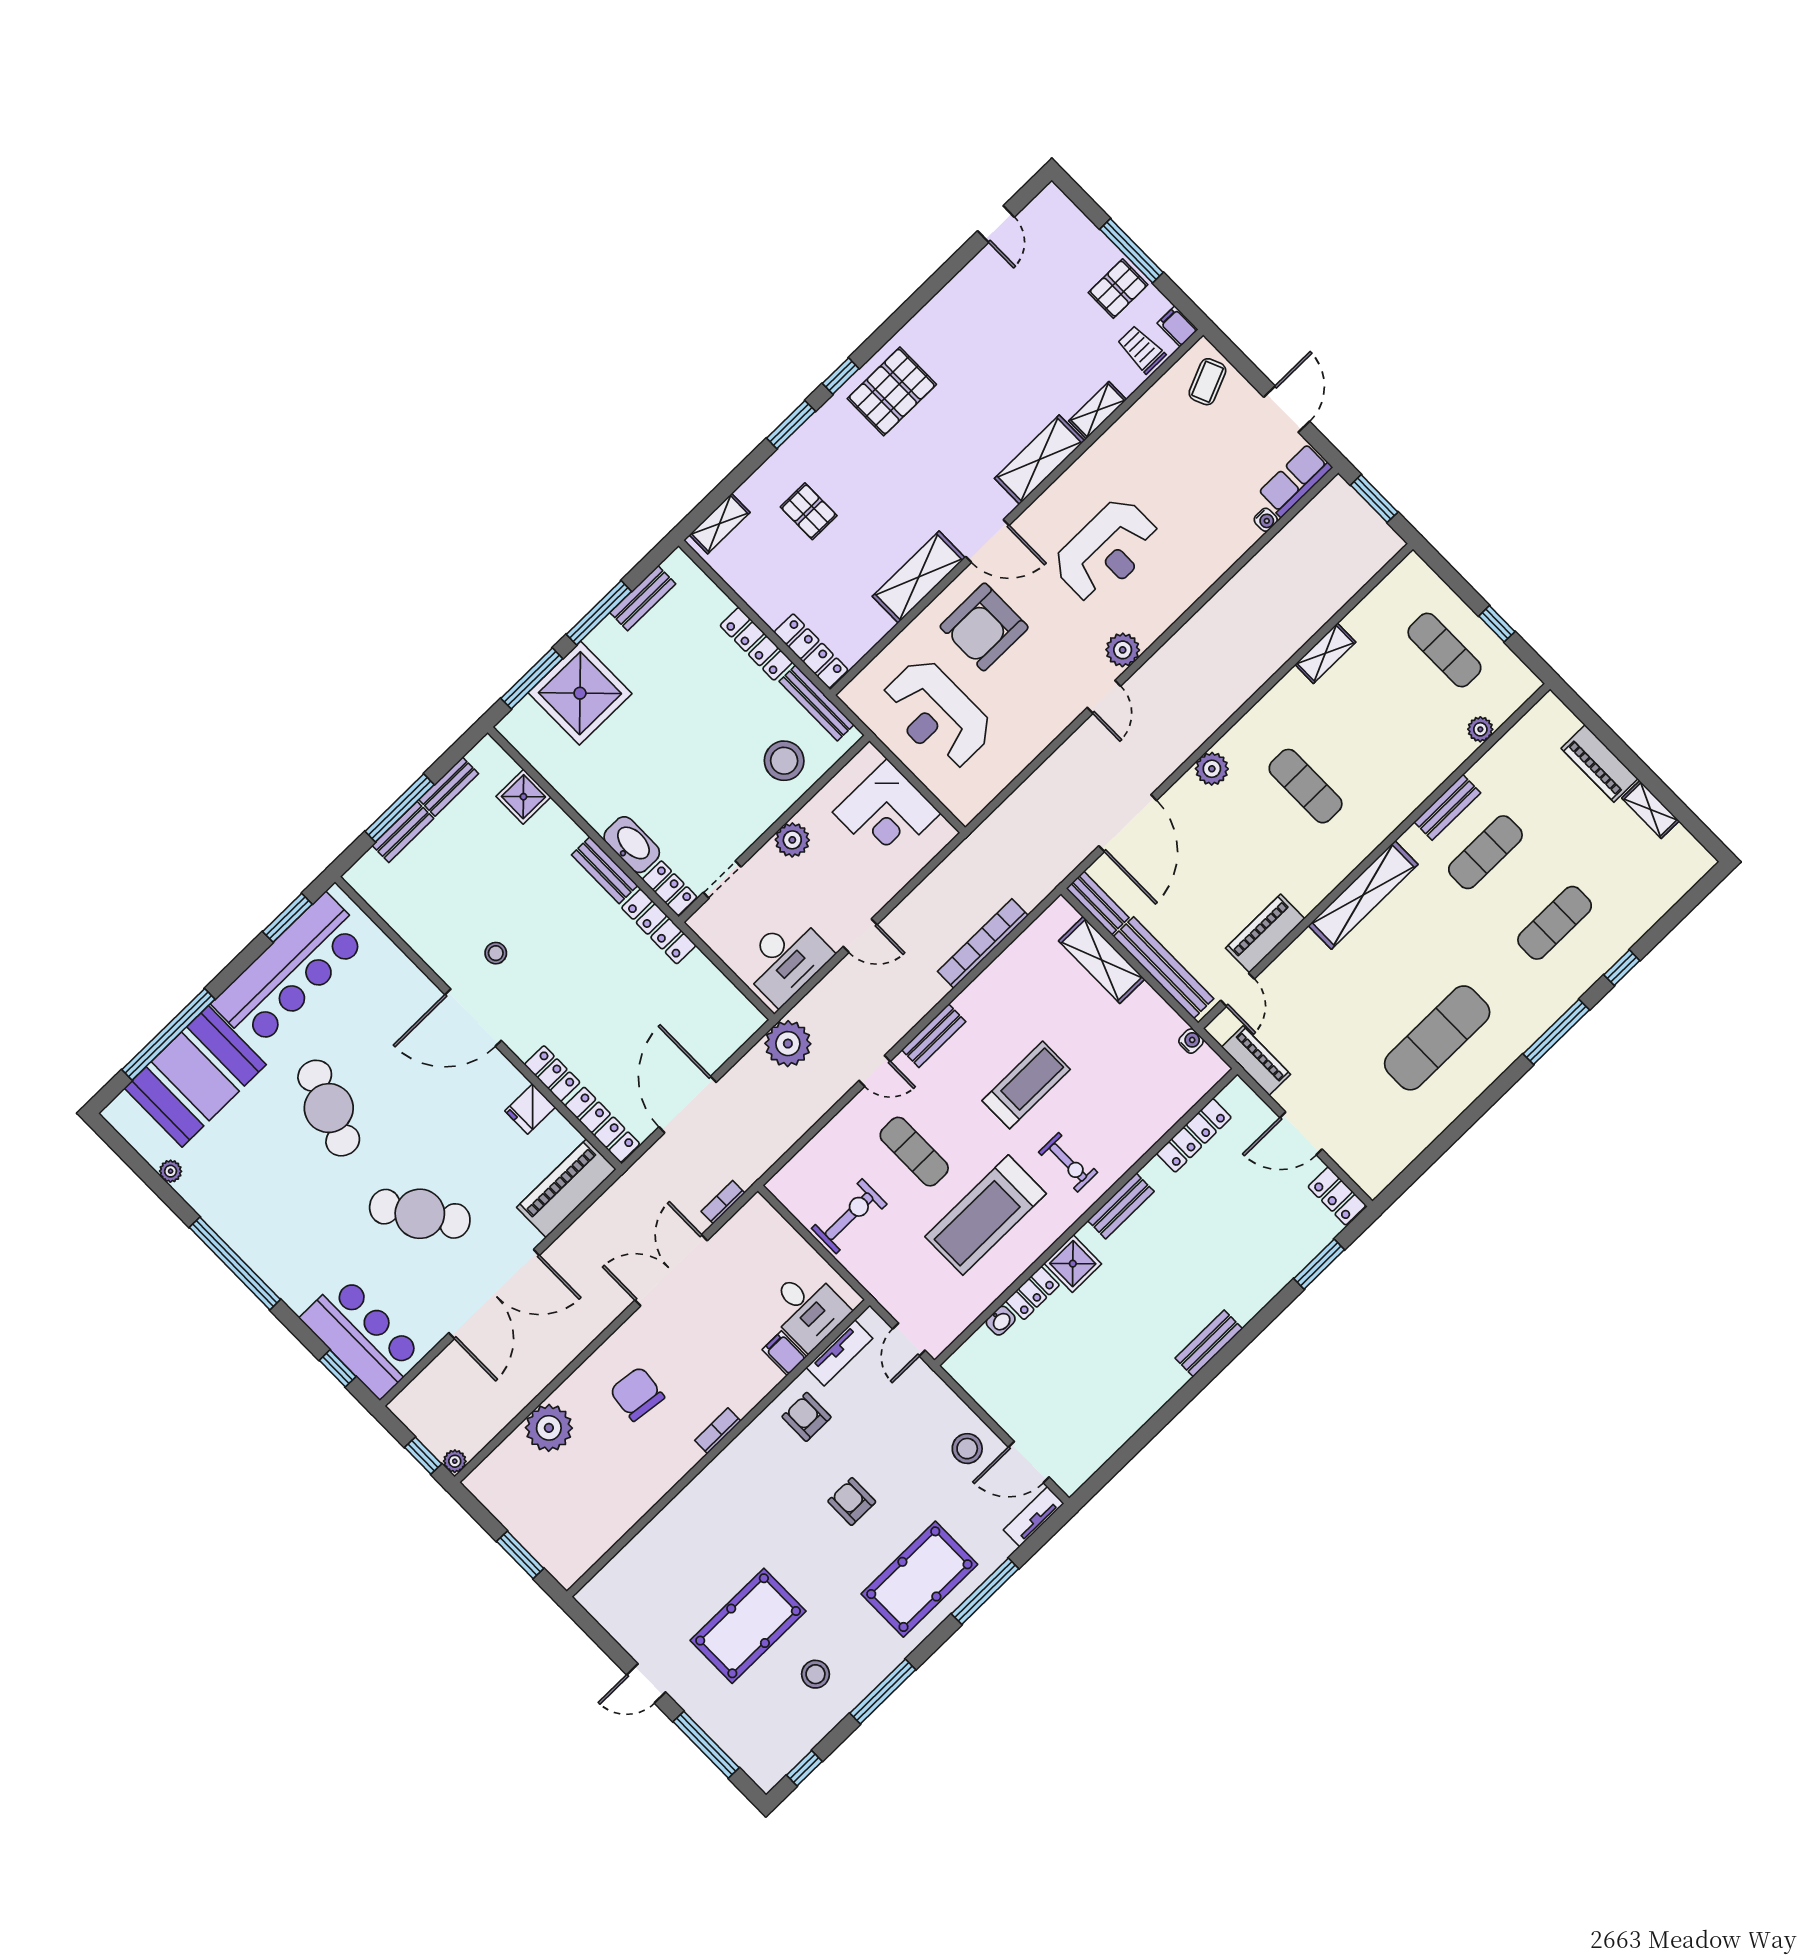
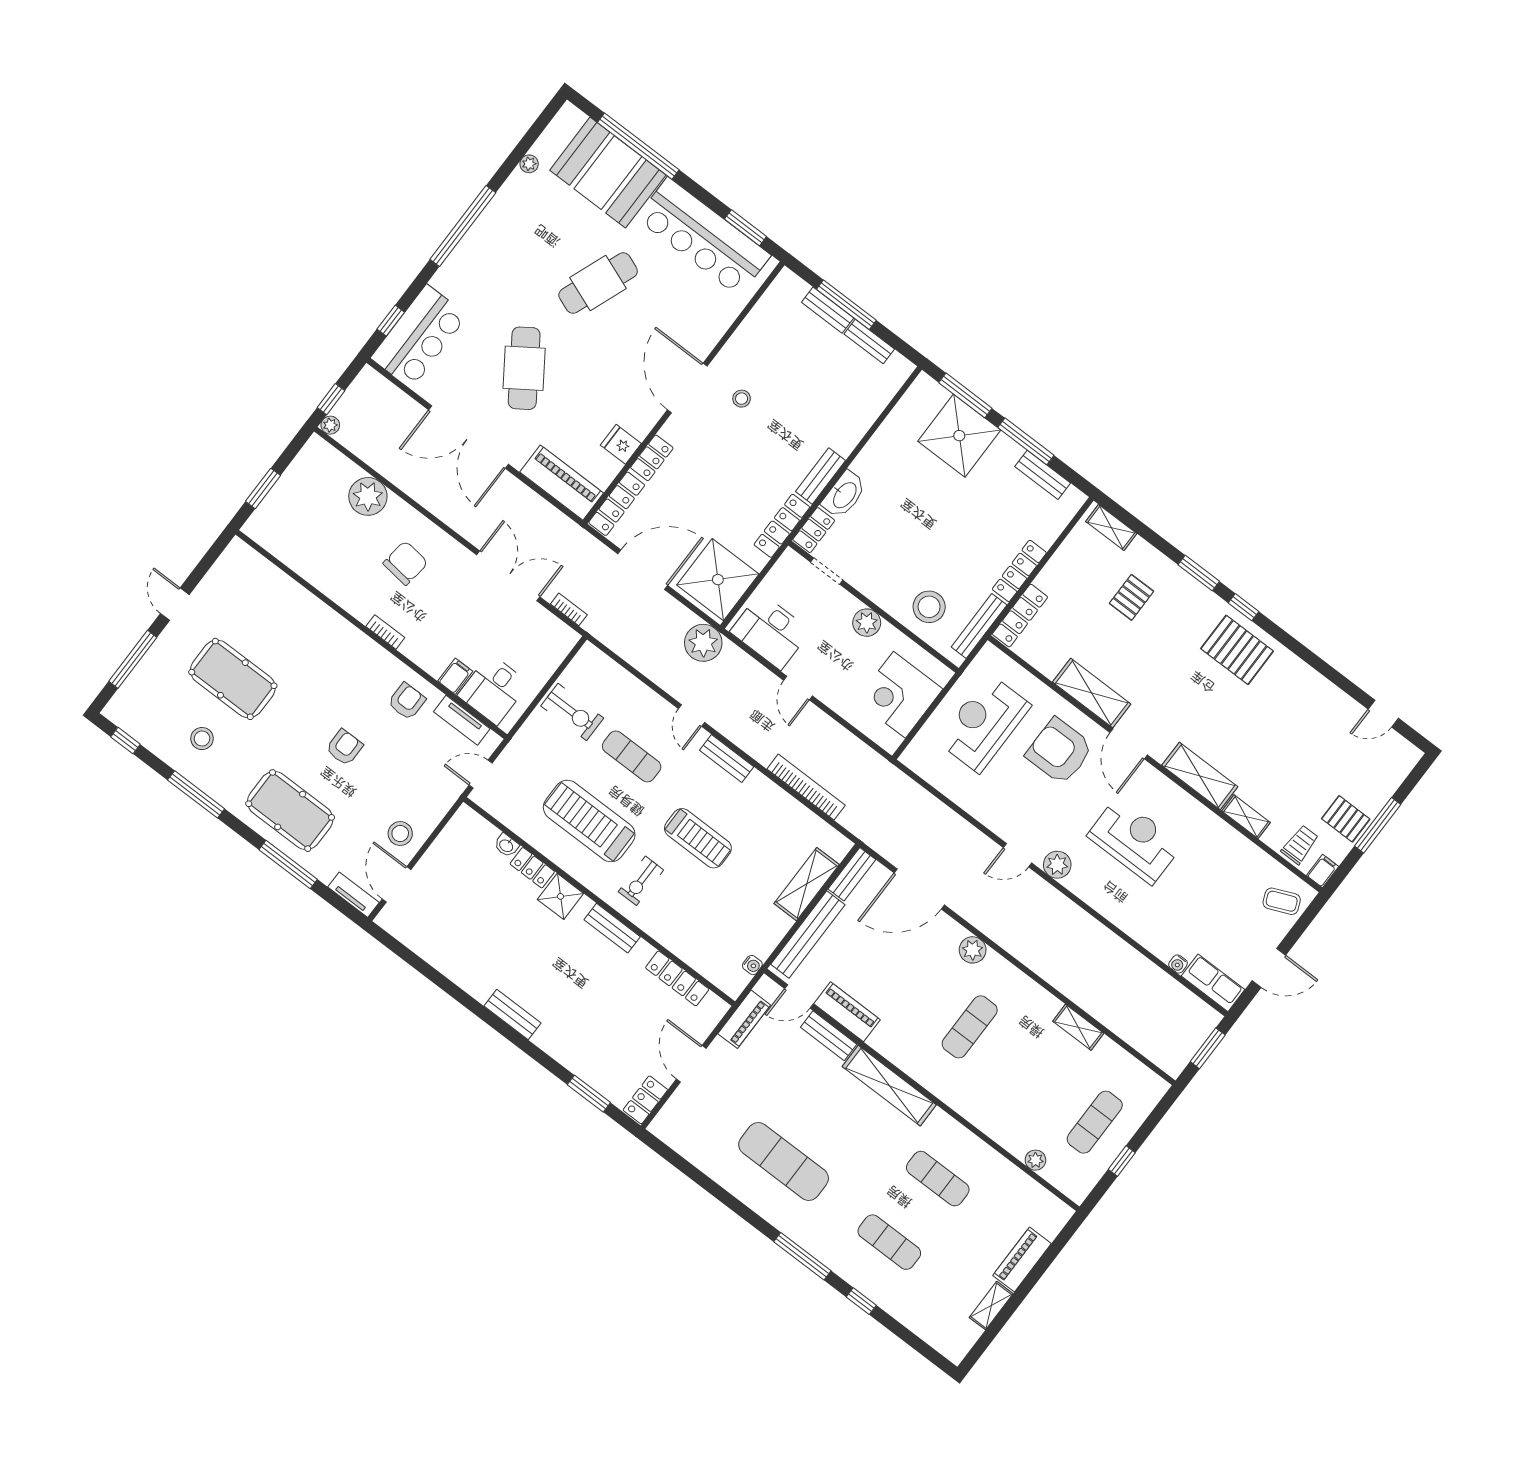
reception desk: (1107, 551) -> (1135, 840), turned 180
shower: (523, 797) -> (718, 580), moved, width x1.86, depth x1.86
bench: (1447, 807) -> (829, 1036), moved
exercise mat: (914, 1152) -> (632, 756), turned 90

